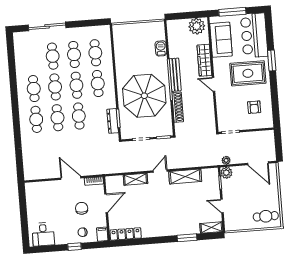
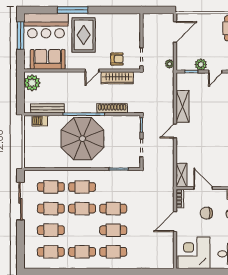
window: (232, 12) -> (20, 36), moved
sliding door: (47, 26) -> (20, 201), moved
barbecue: (161, 48) -> (40, 121), moved
wardrobe: (204, 60) -> (117, 78), moved
window: (272, 61) -> (73, 10), width x1.44
bench: (175, 75) -> (48, 108), moved
cafe table: (55, 87) -> (51, 252), moved
parasol: (144, 96) -> (82, 139), moved
armchair: (254, 107) -> (117, 59), moved
dresser: (113, 121) -> (121, 175), removed
door: (160, 171) -> (175, 131), hinge flipped
plant: (226, 173) -> (201, 65), moved
shelving: (135, 179) -> (181, 175), moved
corner desk: (41, 199) -> (194, 253), added

